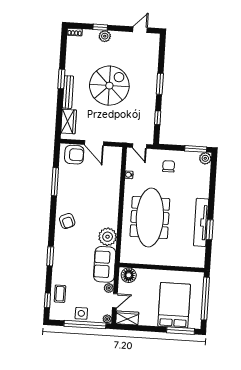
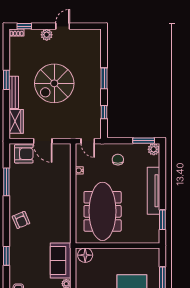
window: (100, 27) -> (24, 26), moved
door: (140, 30) -> (63, 26), moved
spiral stairs: (109, 86) -> (54, 83), turned 180
tv unit: (201, 222) -> (153, 191), moved
plant: (108, 237) -> (62, 233), removed
wall: (162, 268) -> (117, 246), moved
floor lamp: (129, 275) -> (85, 255), moved

